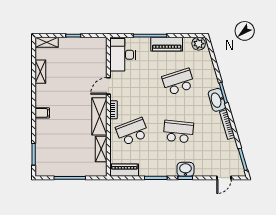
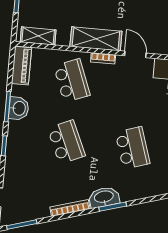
school desk: (178, 132) -> (66, 142), turned -30
shelving: (101, 149) -> (38, 36), moved
washbasin: (185, 169) -> (19, 108), moved

